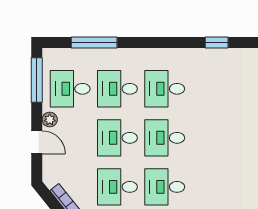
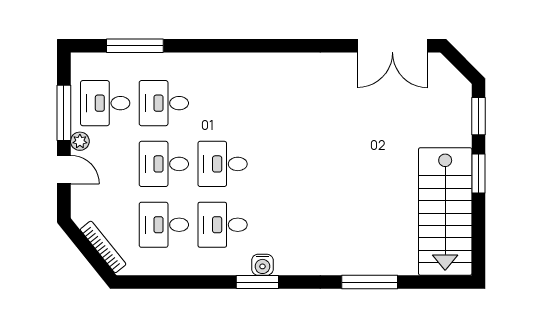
window: (217, 43) -> (287, 46), removed
window: (37, 80) -> (64, 113), moved
desk: (165, 89) -> (223, 103), removed

